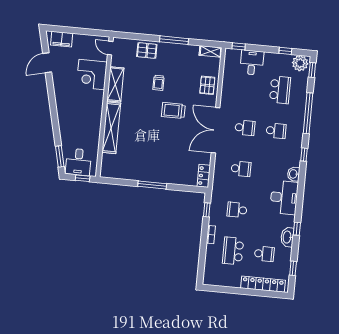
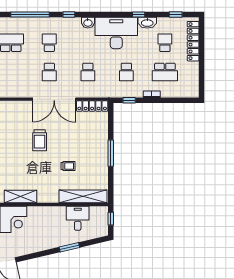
trolley: (158, 83) -> (68, 166), moved
pallet: (207, 85) -> (13, 111), removed
shelving: (111, 128) -> (83, 196), moved
school desk: (245, 128) -> (49, 72), turned 180
window: (60, 156) -> (69, 247), moved
desk: (78, 162) -> (78, 218), moved, turned -90
school desk: (241, 169) -> (88, 72), turned 180
locker: (204, 176) -> (92, 106), width x1.53
desk: (284, 197) -> (116, 33), width x1.36, depth x1.30

